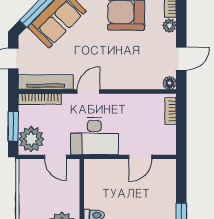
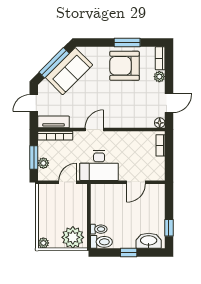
tv unit: (46, 82) -> (54, 122), width x0.71
plant: (31, 139) -> (43, 163), width x0.53, depth x0.53
door: (55, 157) -> (68, 182), swing flipped

